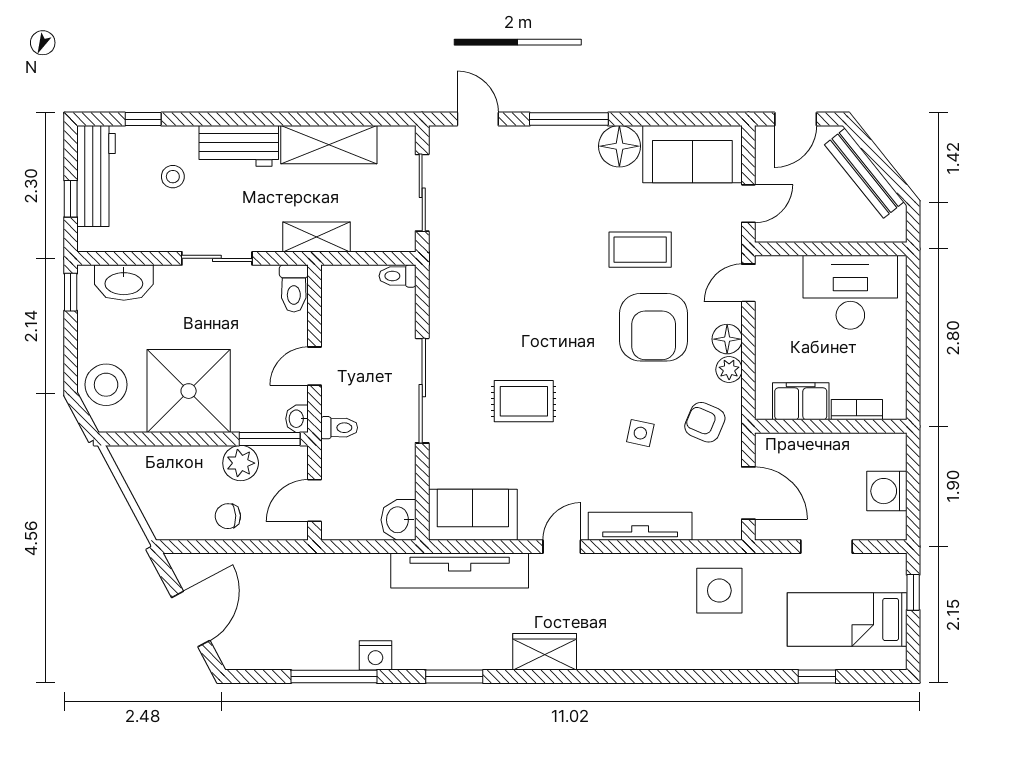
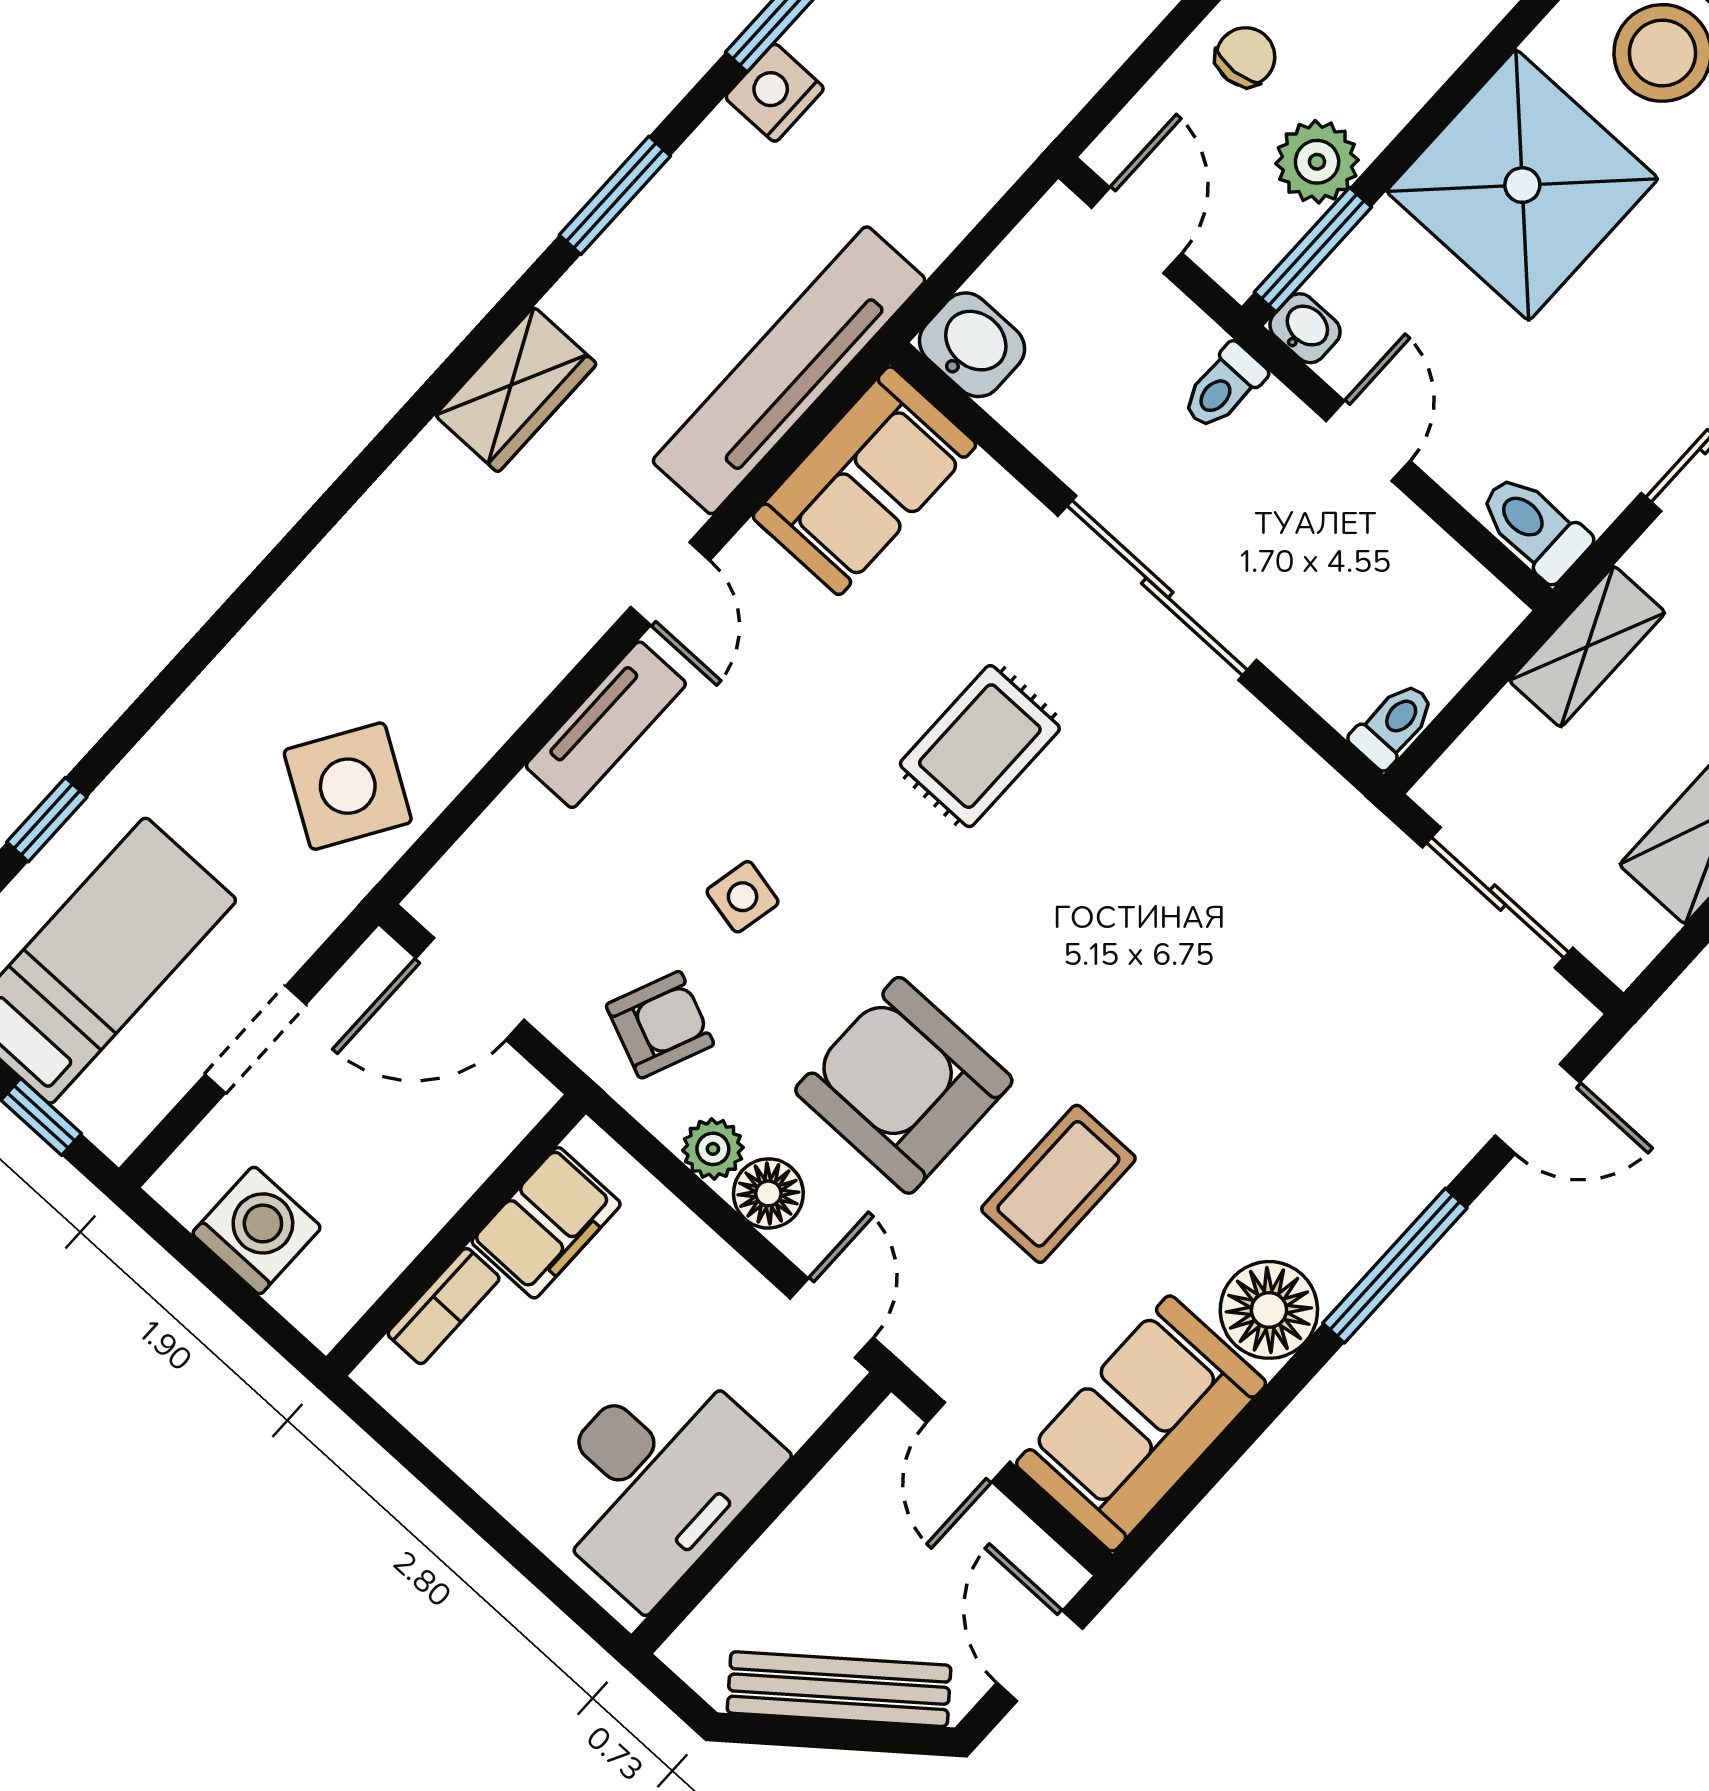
tv unit: (640, 526) -> (606, 725), width x0.71
side table: (719, 591) -> (348, 786), turned 32

